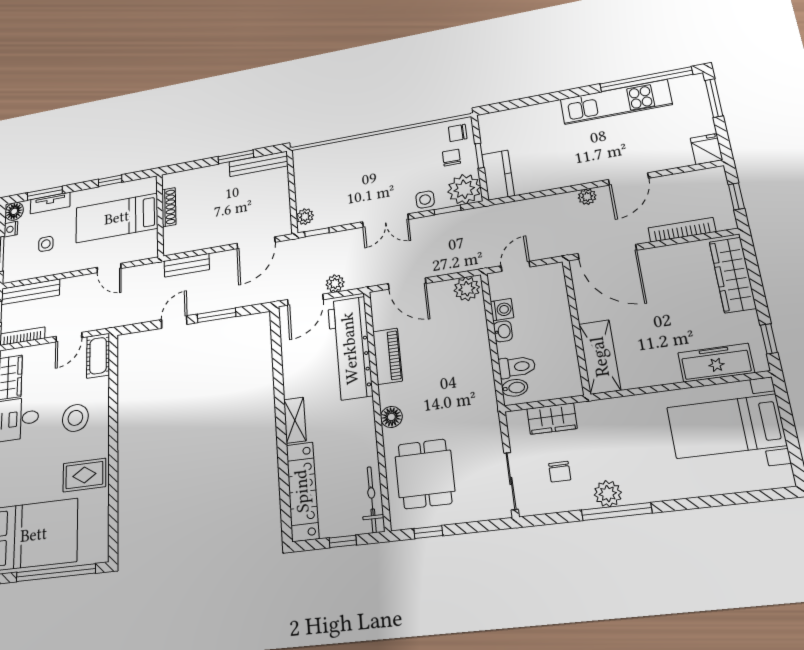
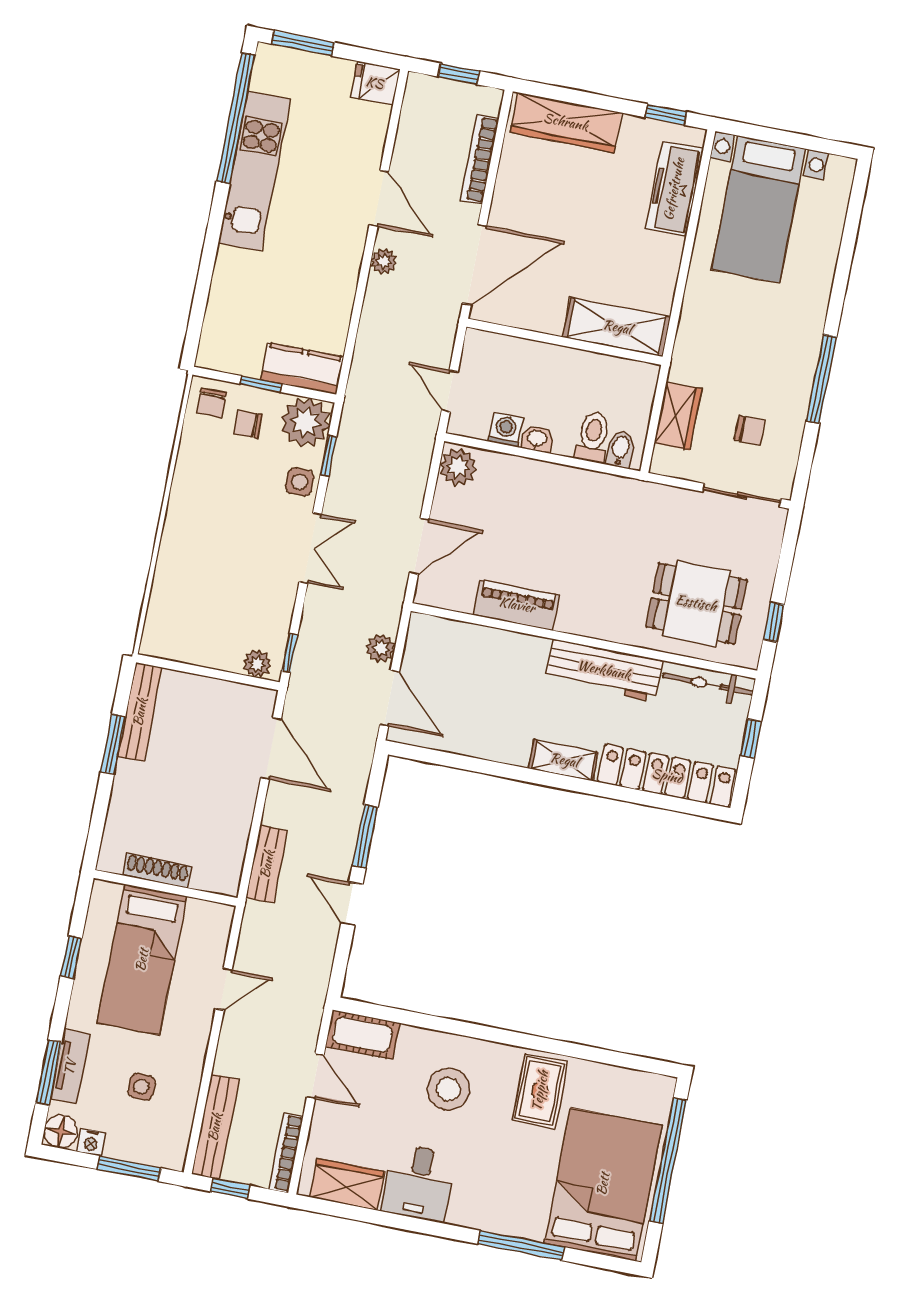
workbench: (350, 348) -> (604, 670), moved, width x0.73, depth x0.76
floor lamp: (391, 417) -> (604, 625), removed
plant: (608, 494) -> (796, 381), removed

